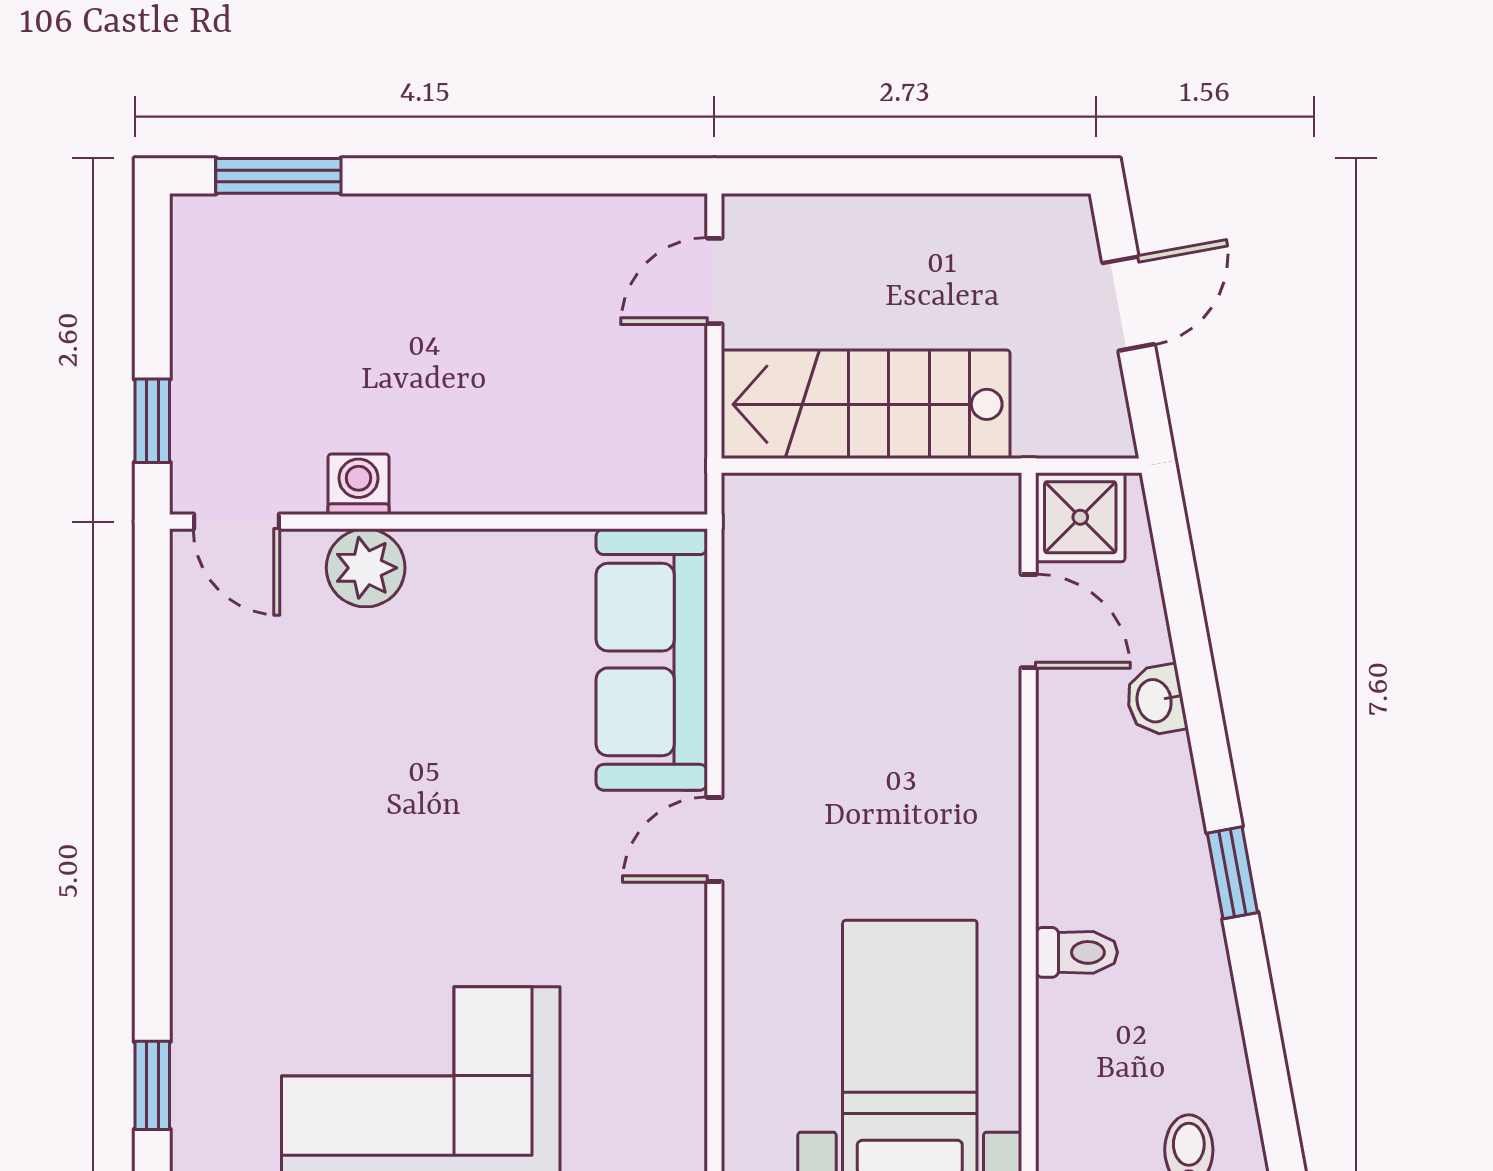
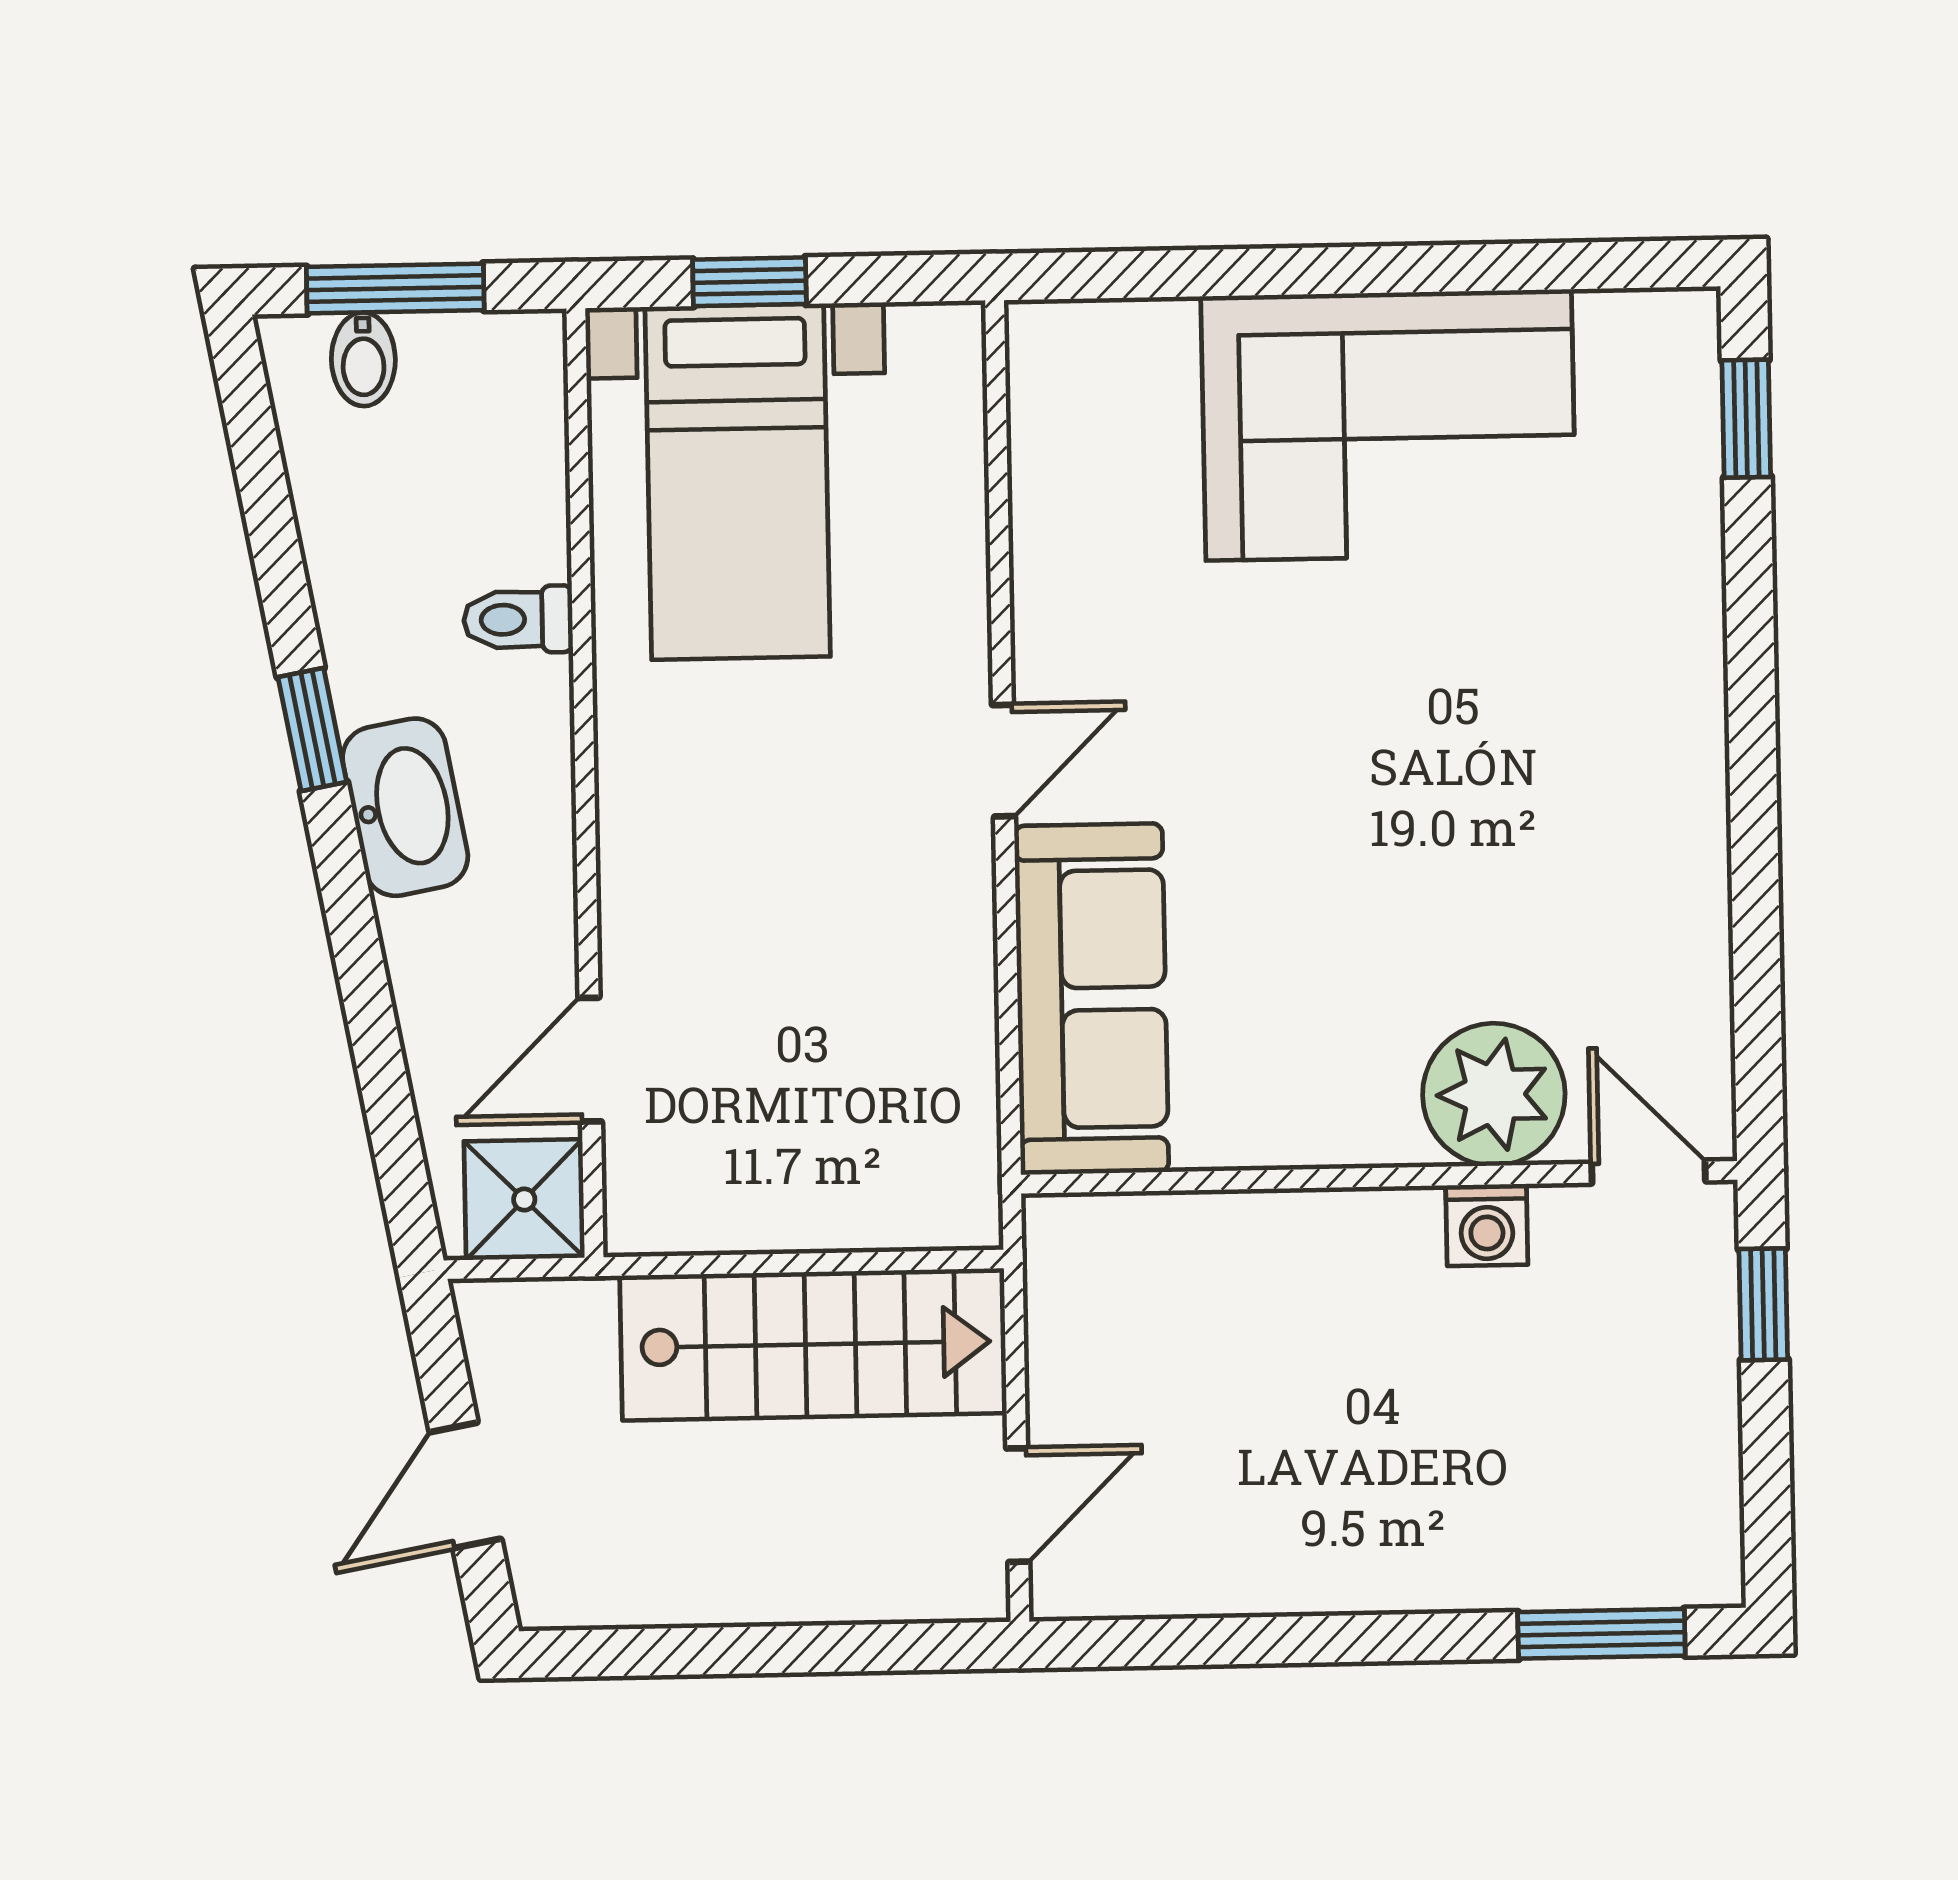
plant: (366, 568) -> (1494, 1094), width x1.36, depth x1.36
door: (1029, 621) -> (590, 1060), hinge flipped
washbasin: (1156, 700) -> (405, 807), moved, width x1.91, depth x1.45

